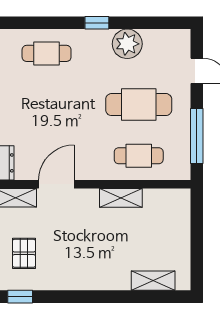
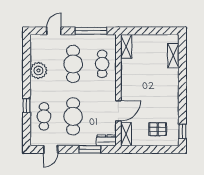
window: (97, 23) -> (27, 106), moved
cafe table: (47, 105) -> (73, 116), added
door: (56, 184) -> (118, 111), swing flipped
shelving: (121, 198) -> (126, 46), moved

